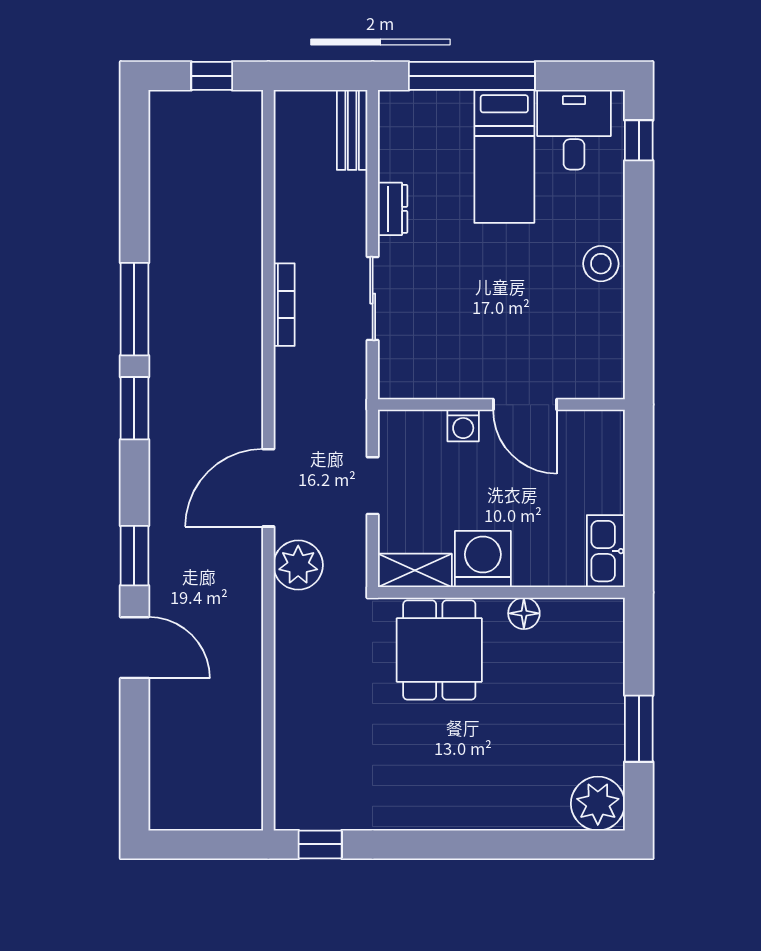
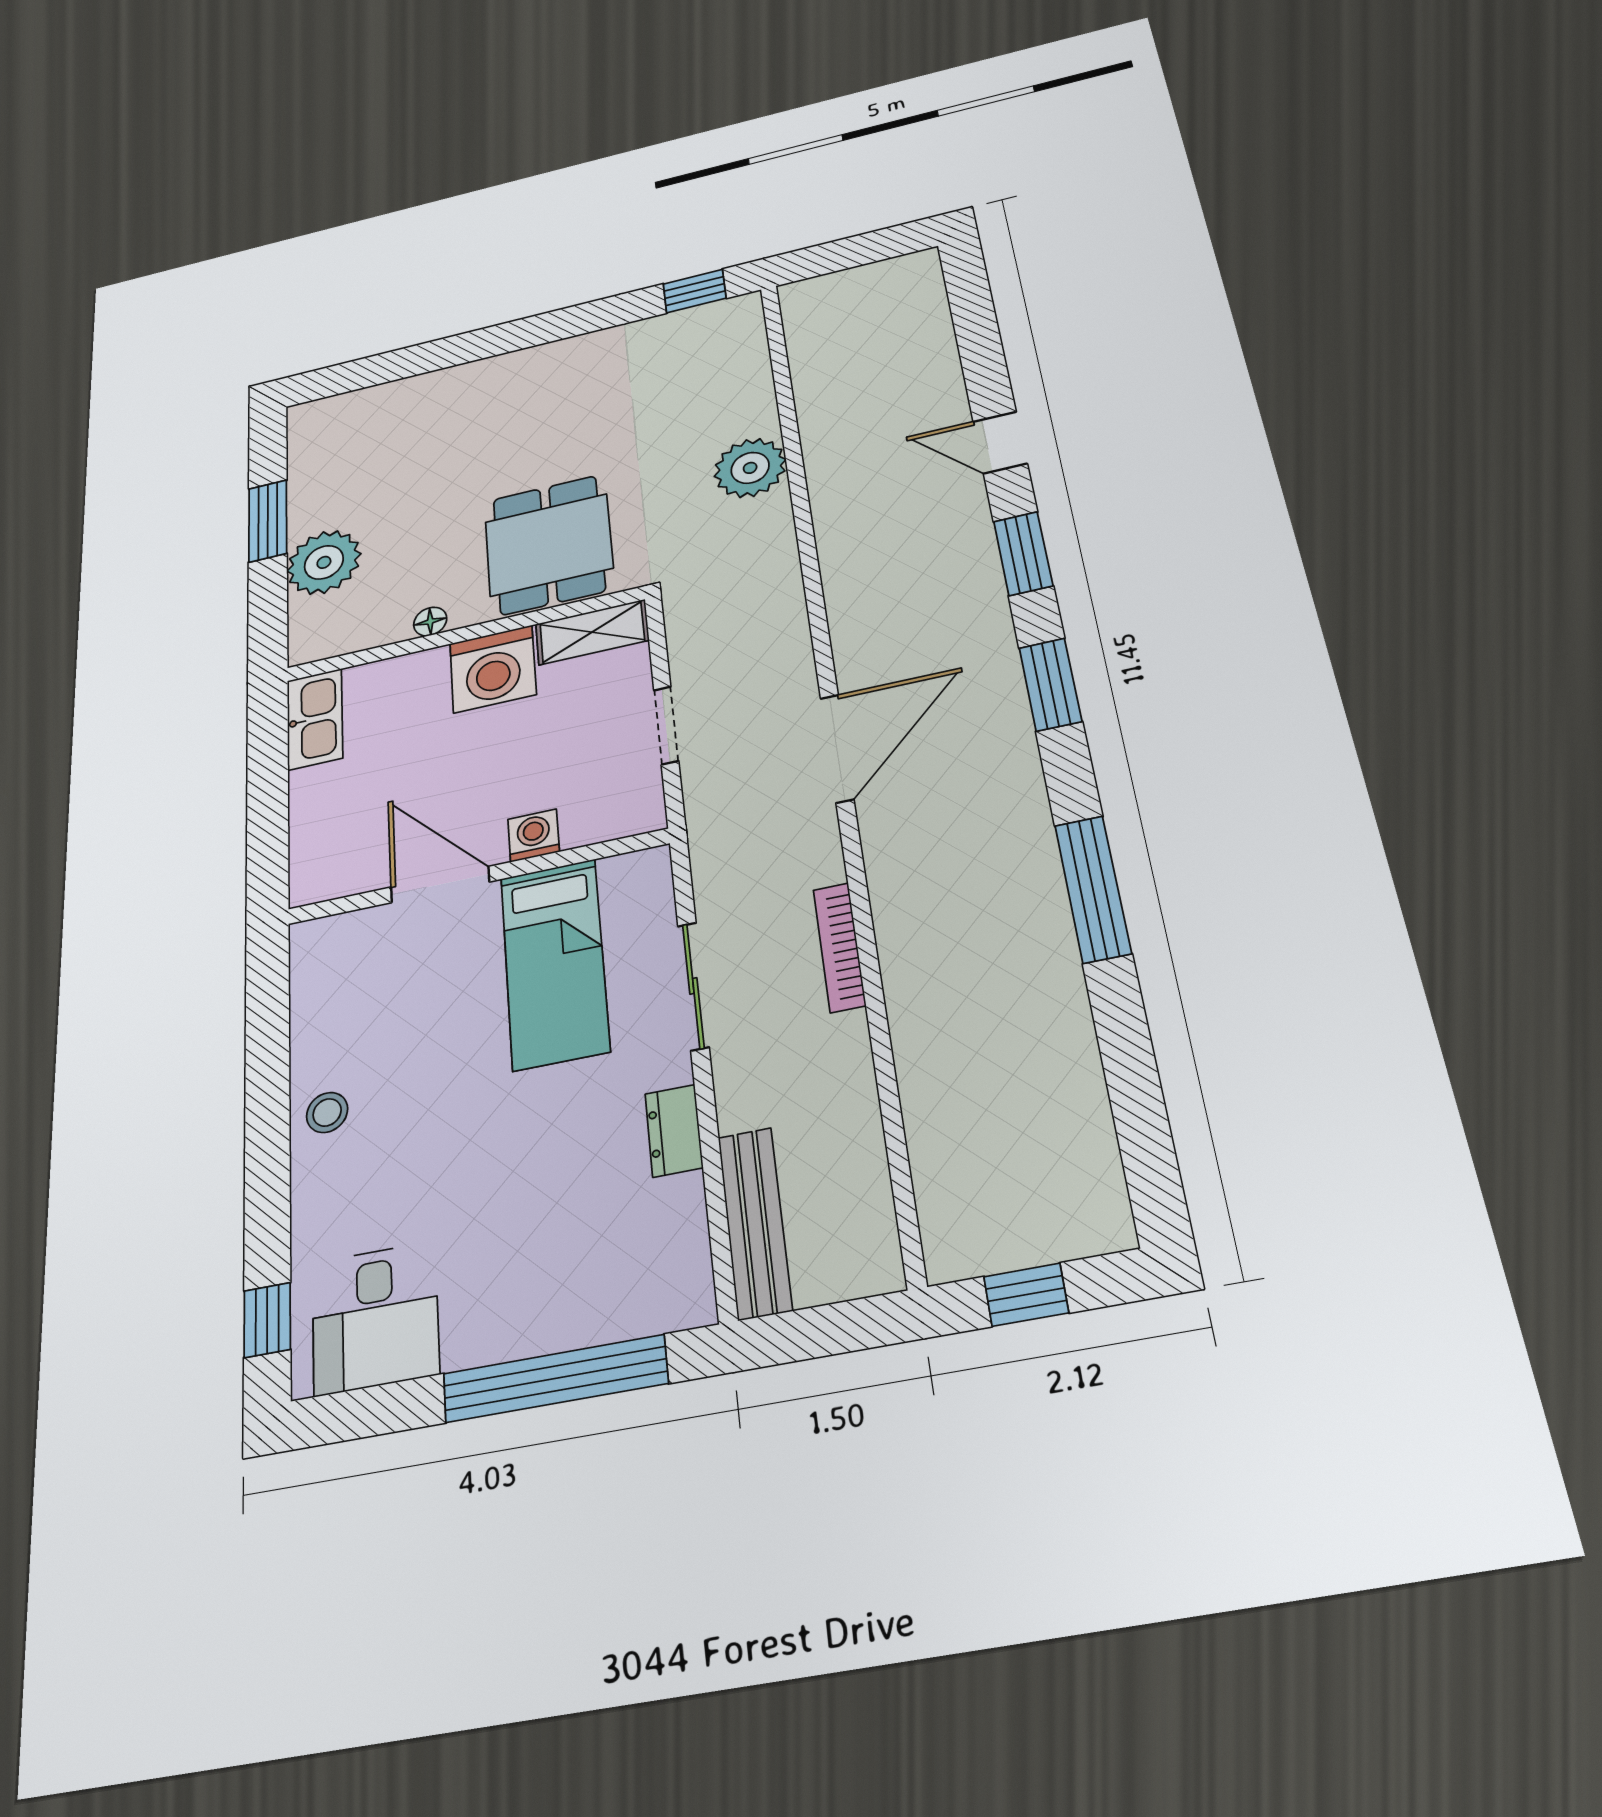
bench: (352, 130) -> (755, 1223), width x1.36
bed: (504, 156) -> (554, 963), moved, turned 180
stool: (601, 264) -> (327, 1112), width x0.73, depth x0.73
window: (134, 408) -> (1050, 685), moved
door: (268, 488) -> (837, 748), moved
plant: (298, 565) -> (750, 468), moved
floor lamp: (524, 613) -> (430, 621), width x0.73, depth x0.73
door: (134, 648) -> (1000, 442), width x0.73
plant: (598, 804) -> (324, 562), moved

